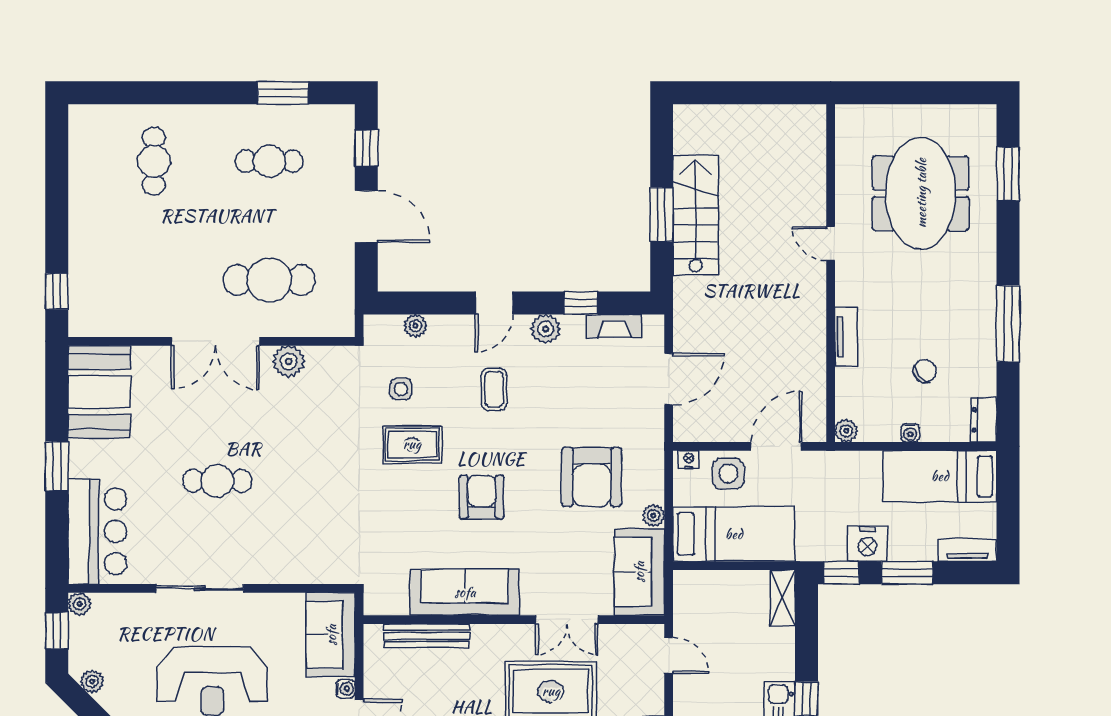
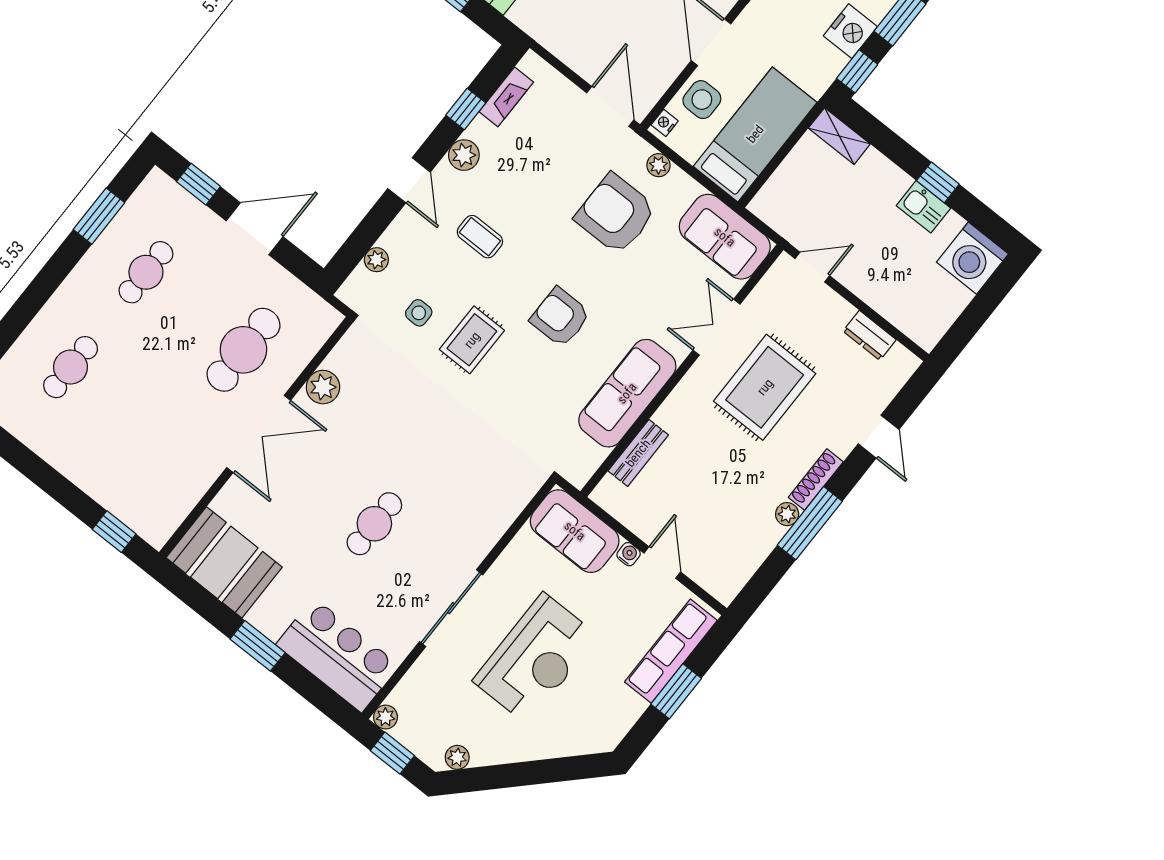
cafe table: (154, 161) -> (71, 367), turned 90
door: (669, 379) -> (610, 106), moved
armchair: (592, 477) -> (616, 214), turned 180
plant: (653, 515) -> (658, 165), moved
double door: (567, 620) -> (716, 327), swing flipped
bench: (427, 636) -> (638, 453), width x0.73

